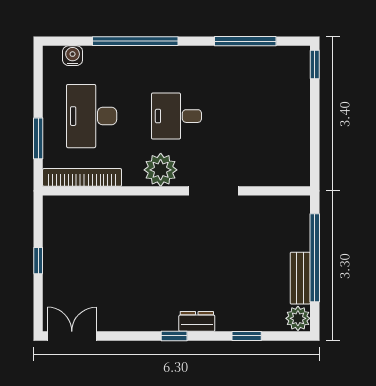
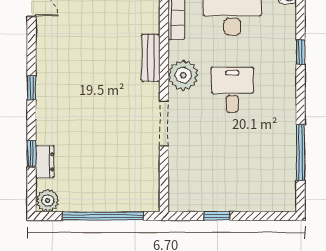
window: (135, 41) -> (301, 52), width x0.32
window: (315, 64) -> (217, 216), moved
bench: (300, 278) -> (151, 58), moved, turned 90
dresser: (197, 321) -> (45, 162), moved

